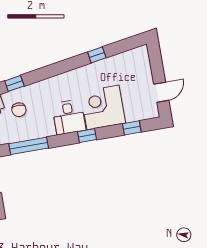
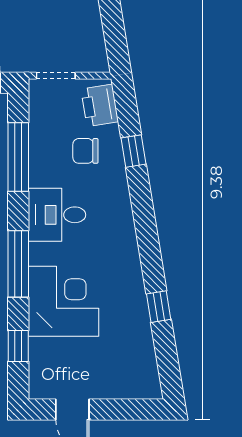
desk: (69, 117) -> (57, 215), moved
window: (87, 136) -> (18, 264), width x2.17

